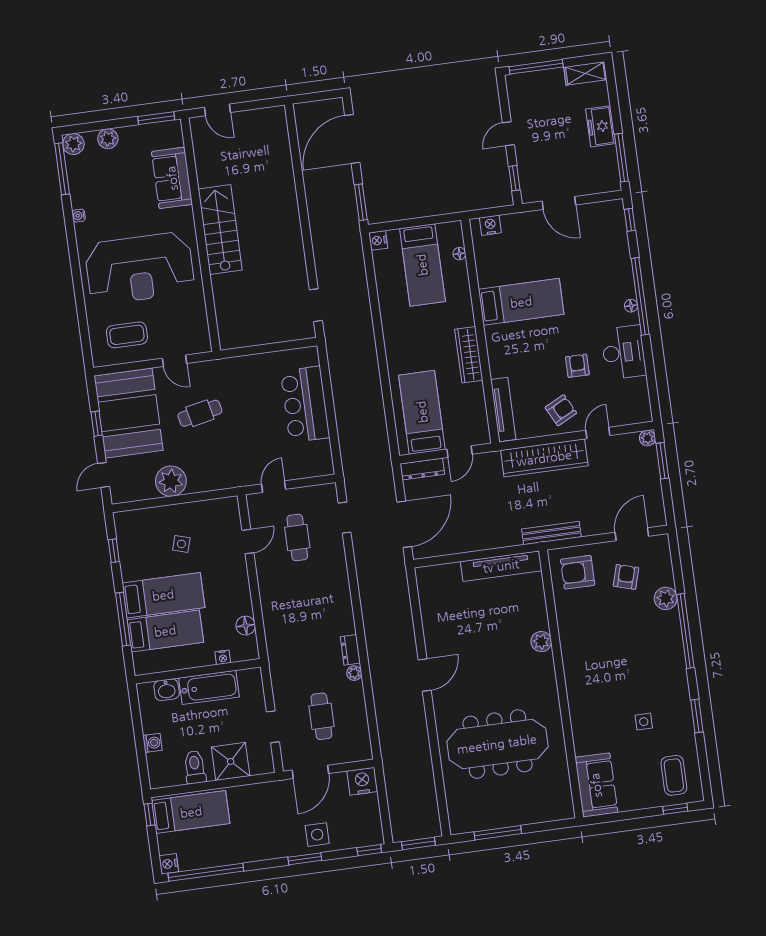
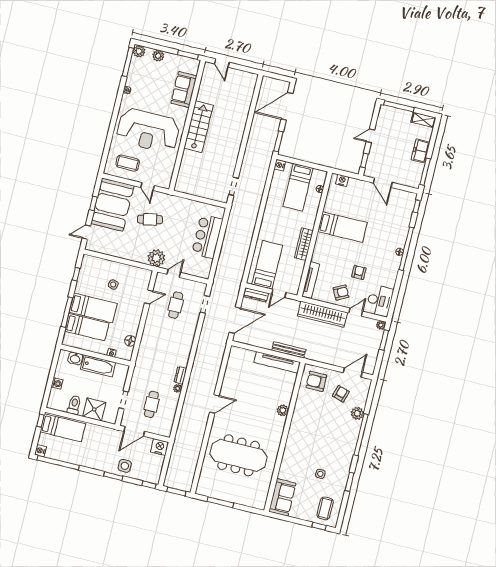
desk: (624, 352) -> (380, 301), moved
plant: (171, 481) -> (156, 258), moved
bench: (551, 533) -> (289, 350), moved

